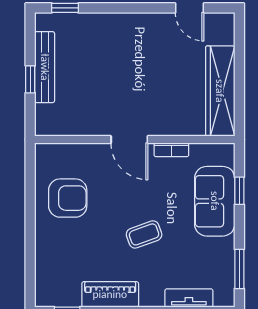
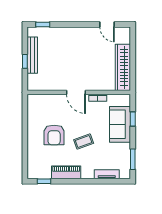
armchair: (68, 198) -> (54, 135), moved, turned 90

